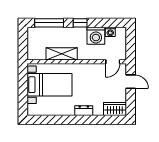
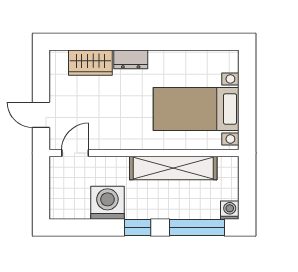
washing machine: (110, 32) -> (230, 210), moved
shelving: (62, 54) -> (173, 168), width x1.47
wardrobe: (115, 109) -> (90, 63), moved

